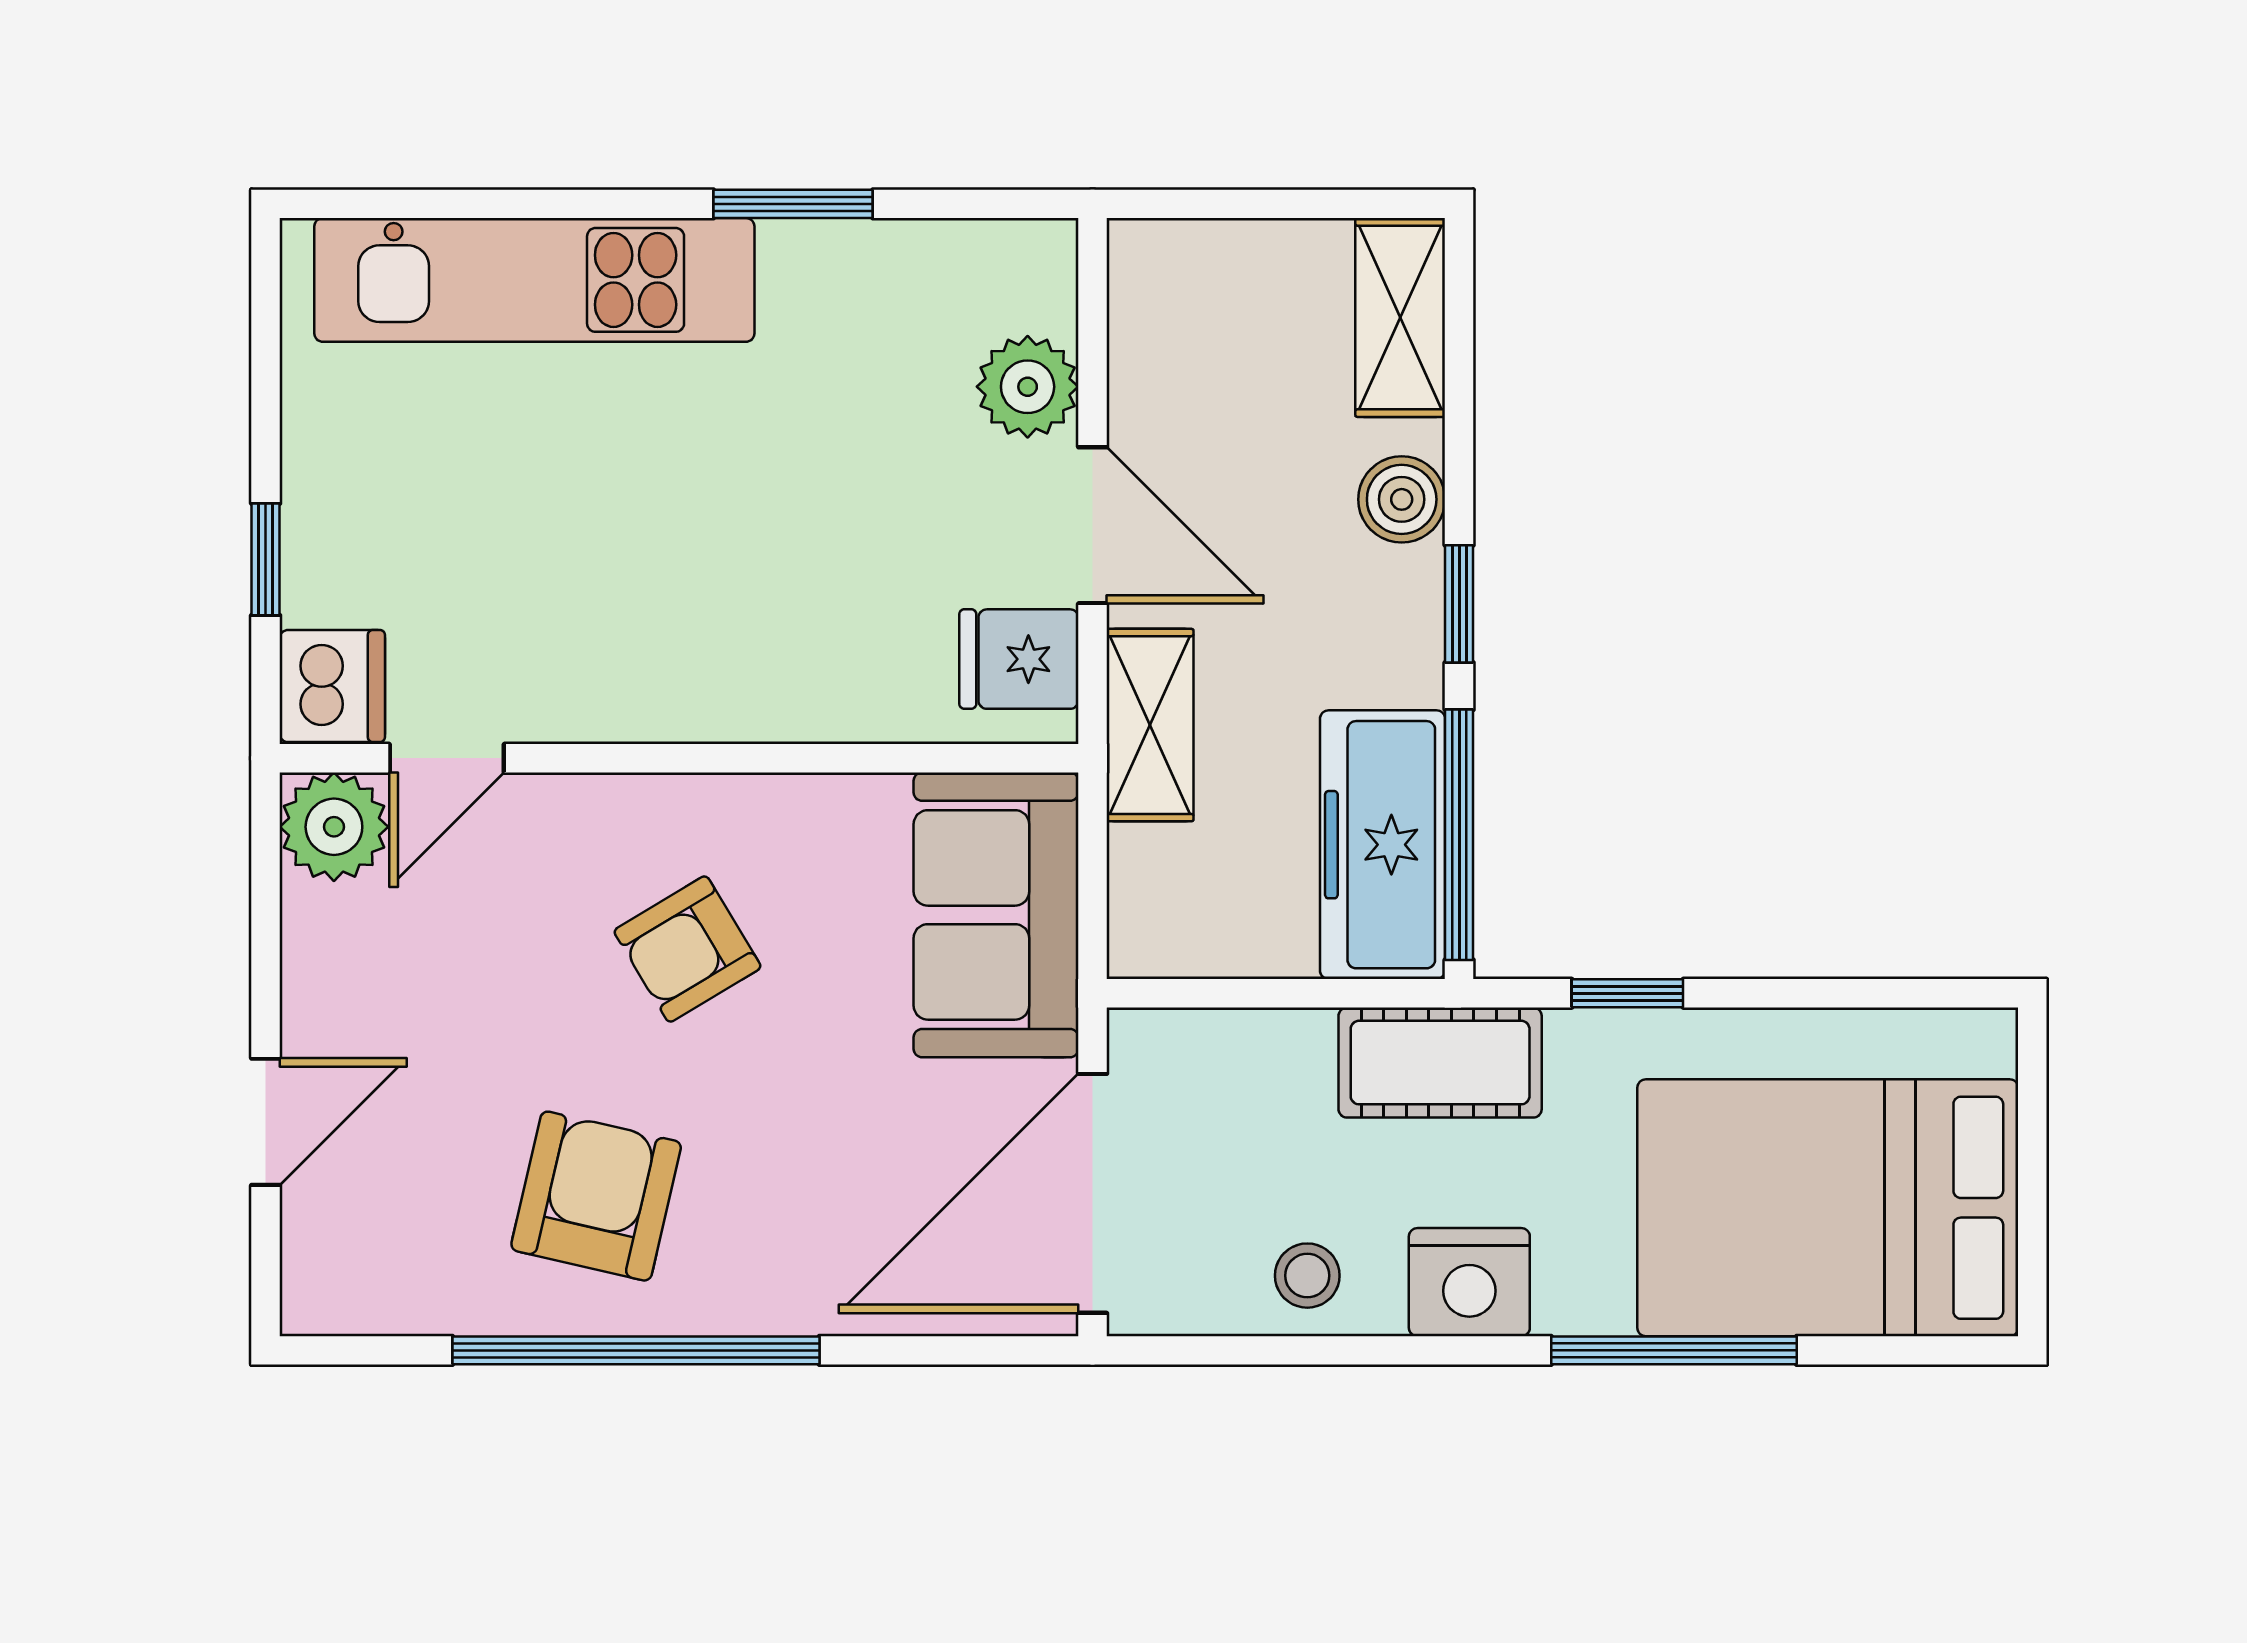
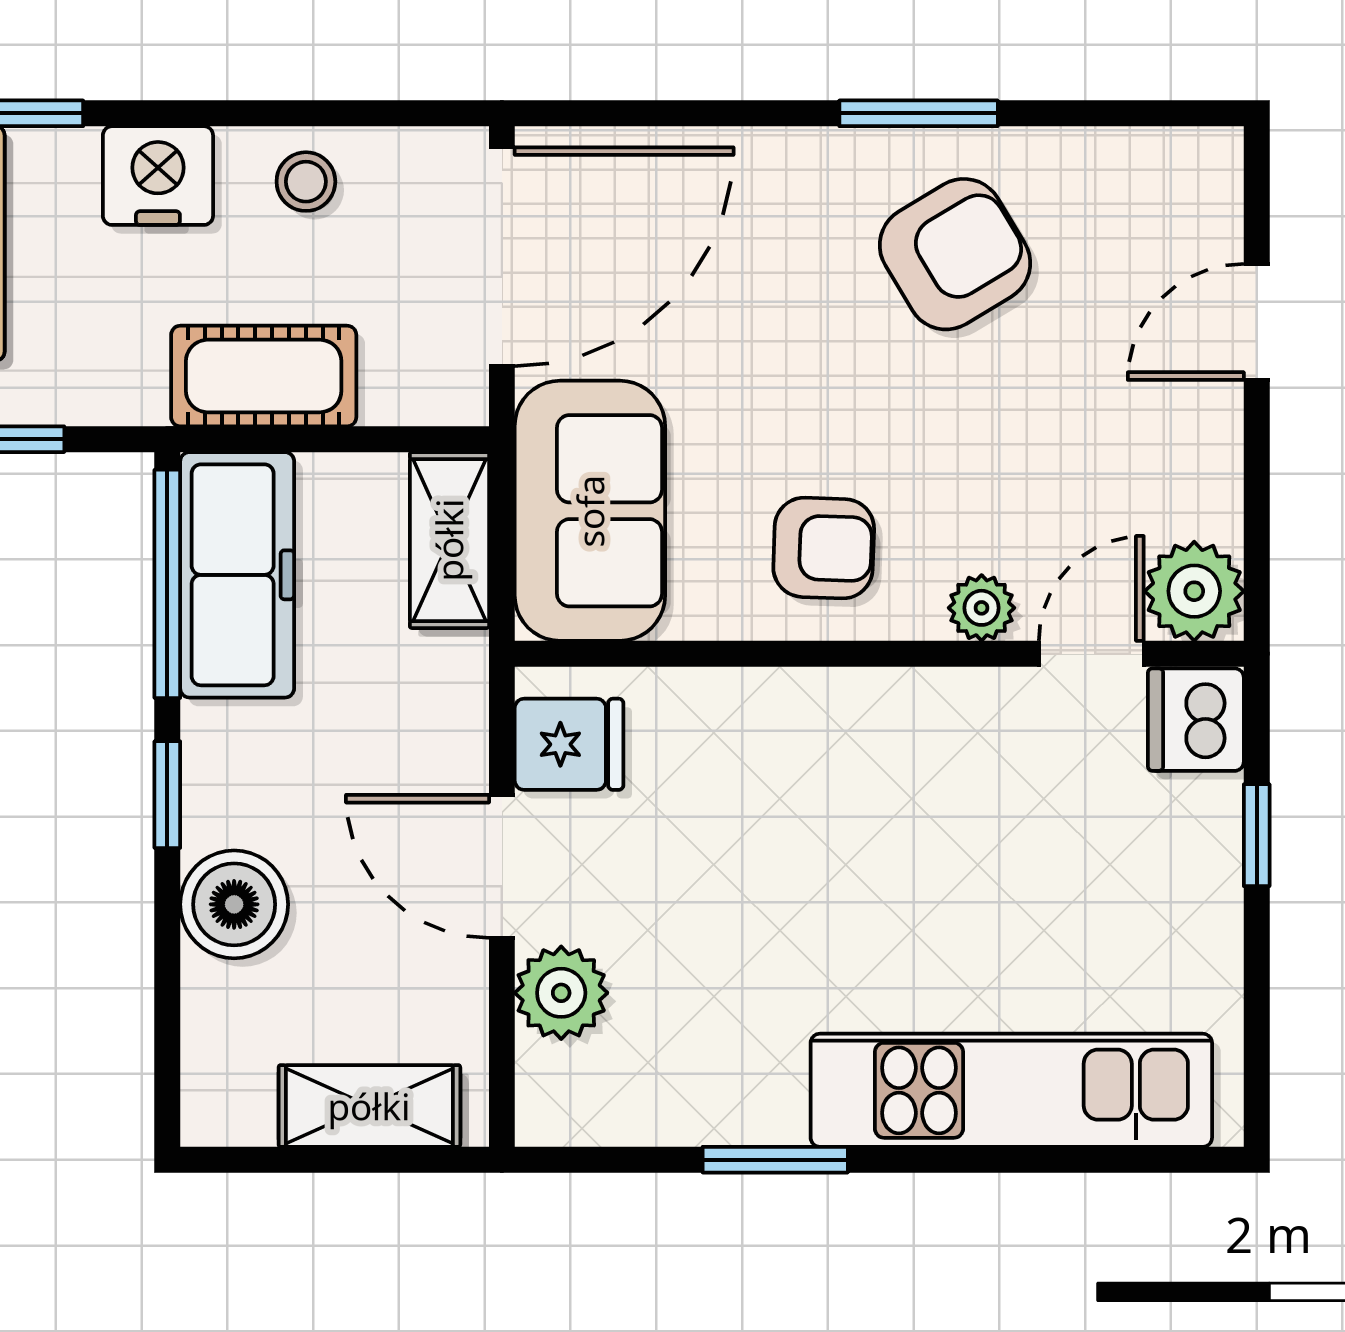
shelving: (1400, 317) -> (369, 1106), moved, turned 90
boiler: (1402, 499) -> (234, 904), width x1.36, depth x1.36
shelving: (1150, 725) -> (449, 540), moved
plant: (567, 808) -> (982, 608), added
armchair: (687, 949) -> (824, 548), moved, turned 33
cot: (1440, 1063) -> (264, 376), moved
armchair: (596, 1196) -> (955, 254), turned -134
window: (636, 1350) -> (919, 113), width x0.47

